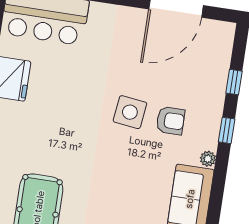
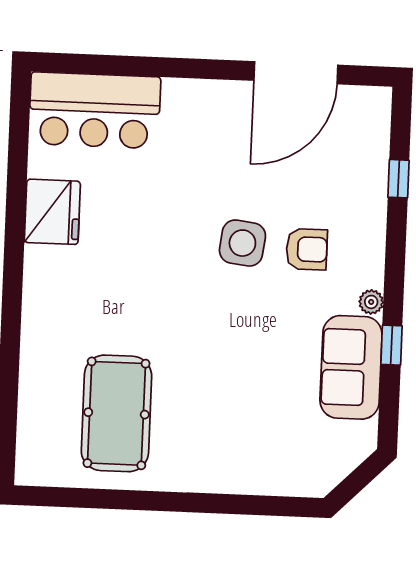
window: (227, 130) -> (391, 345), moved

